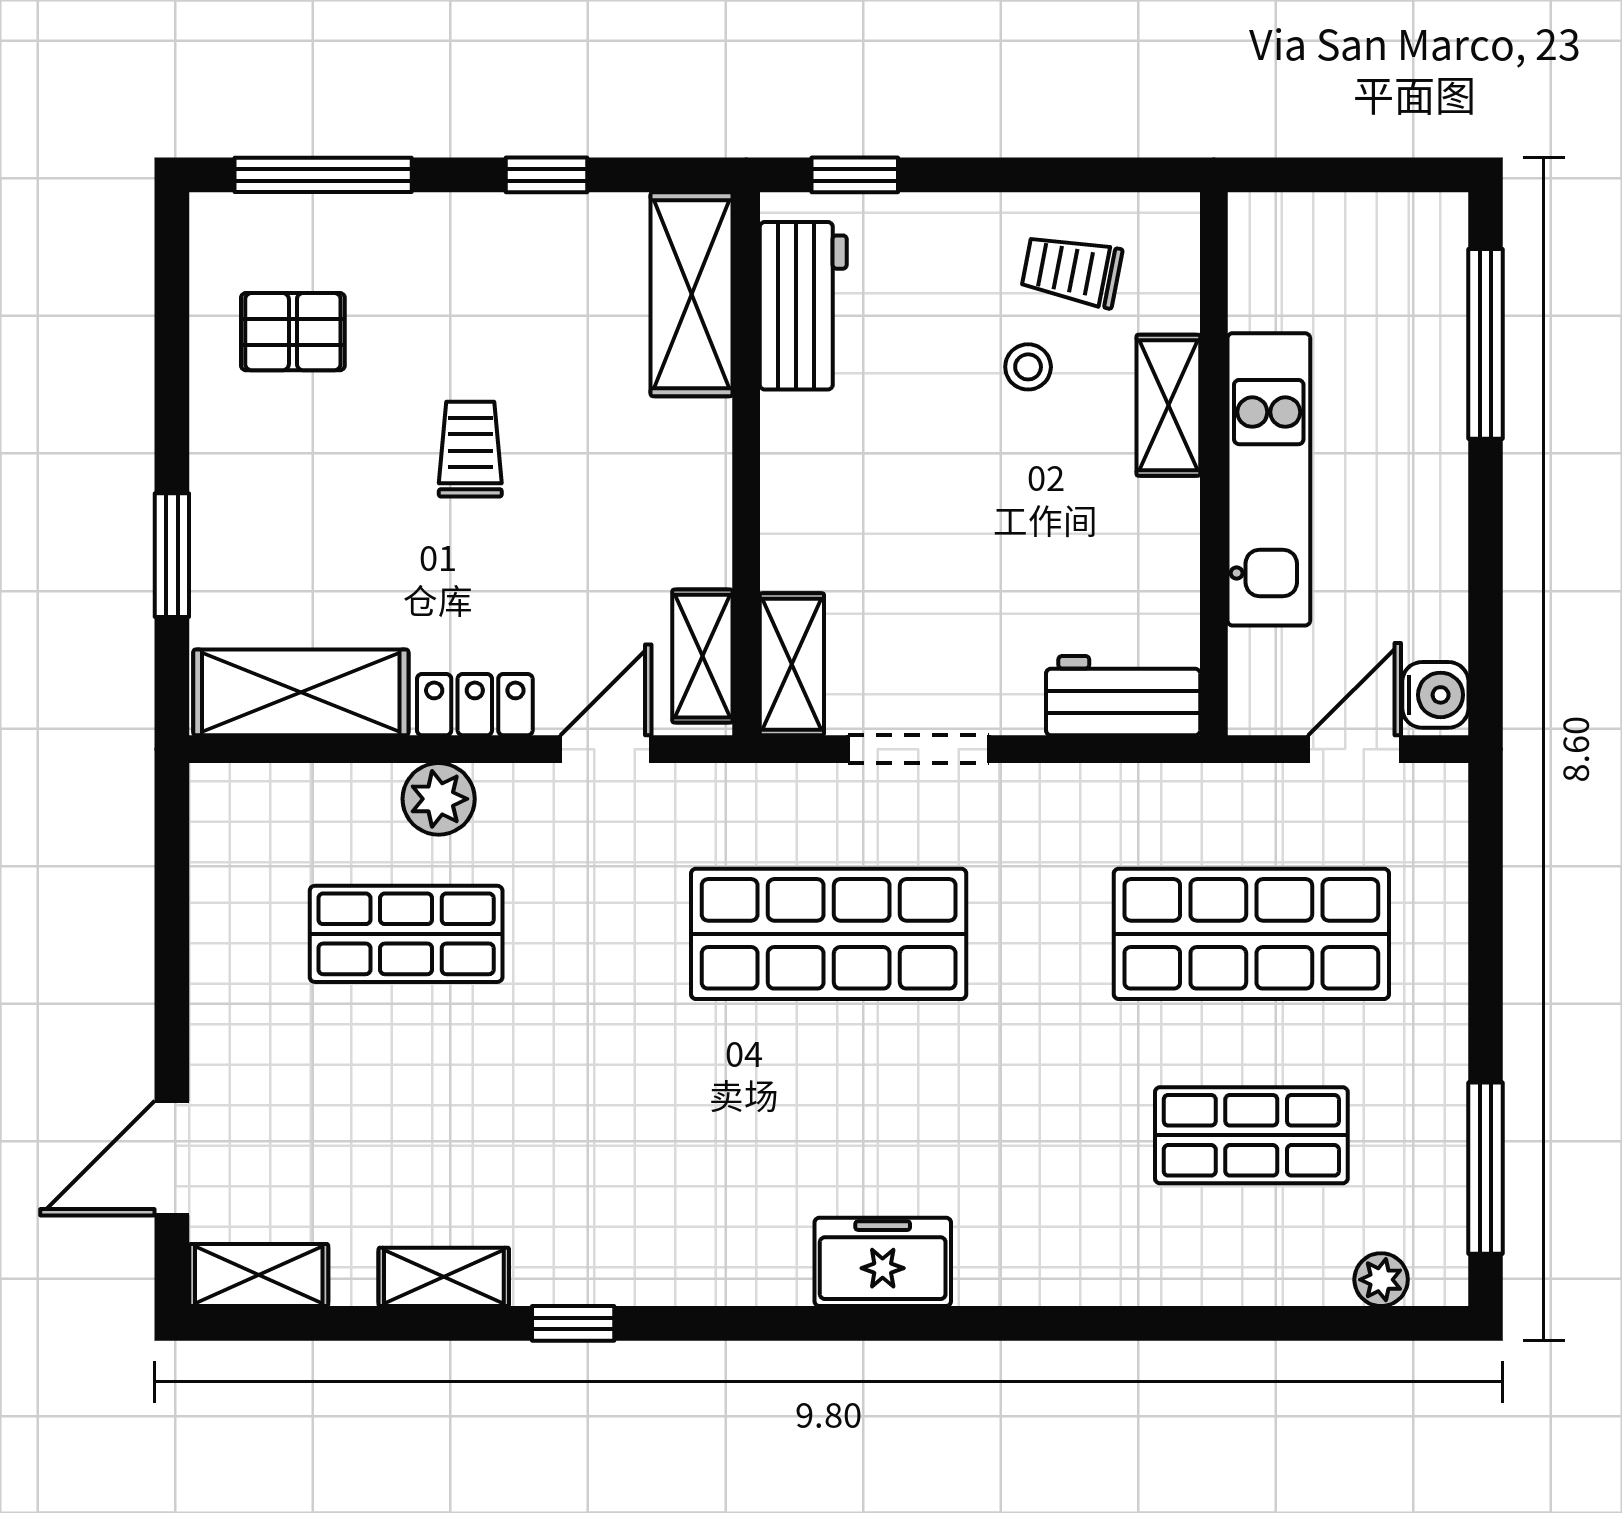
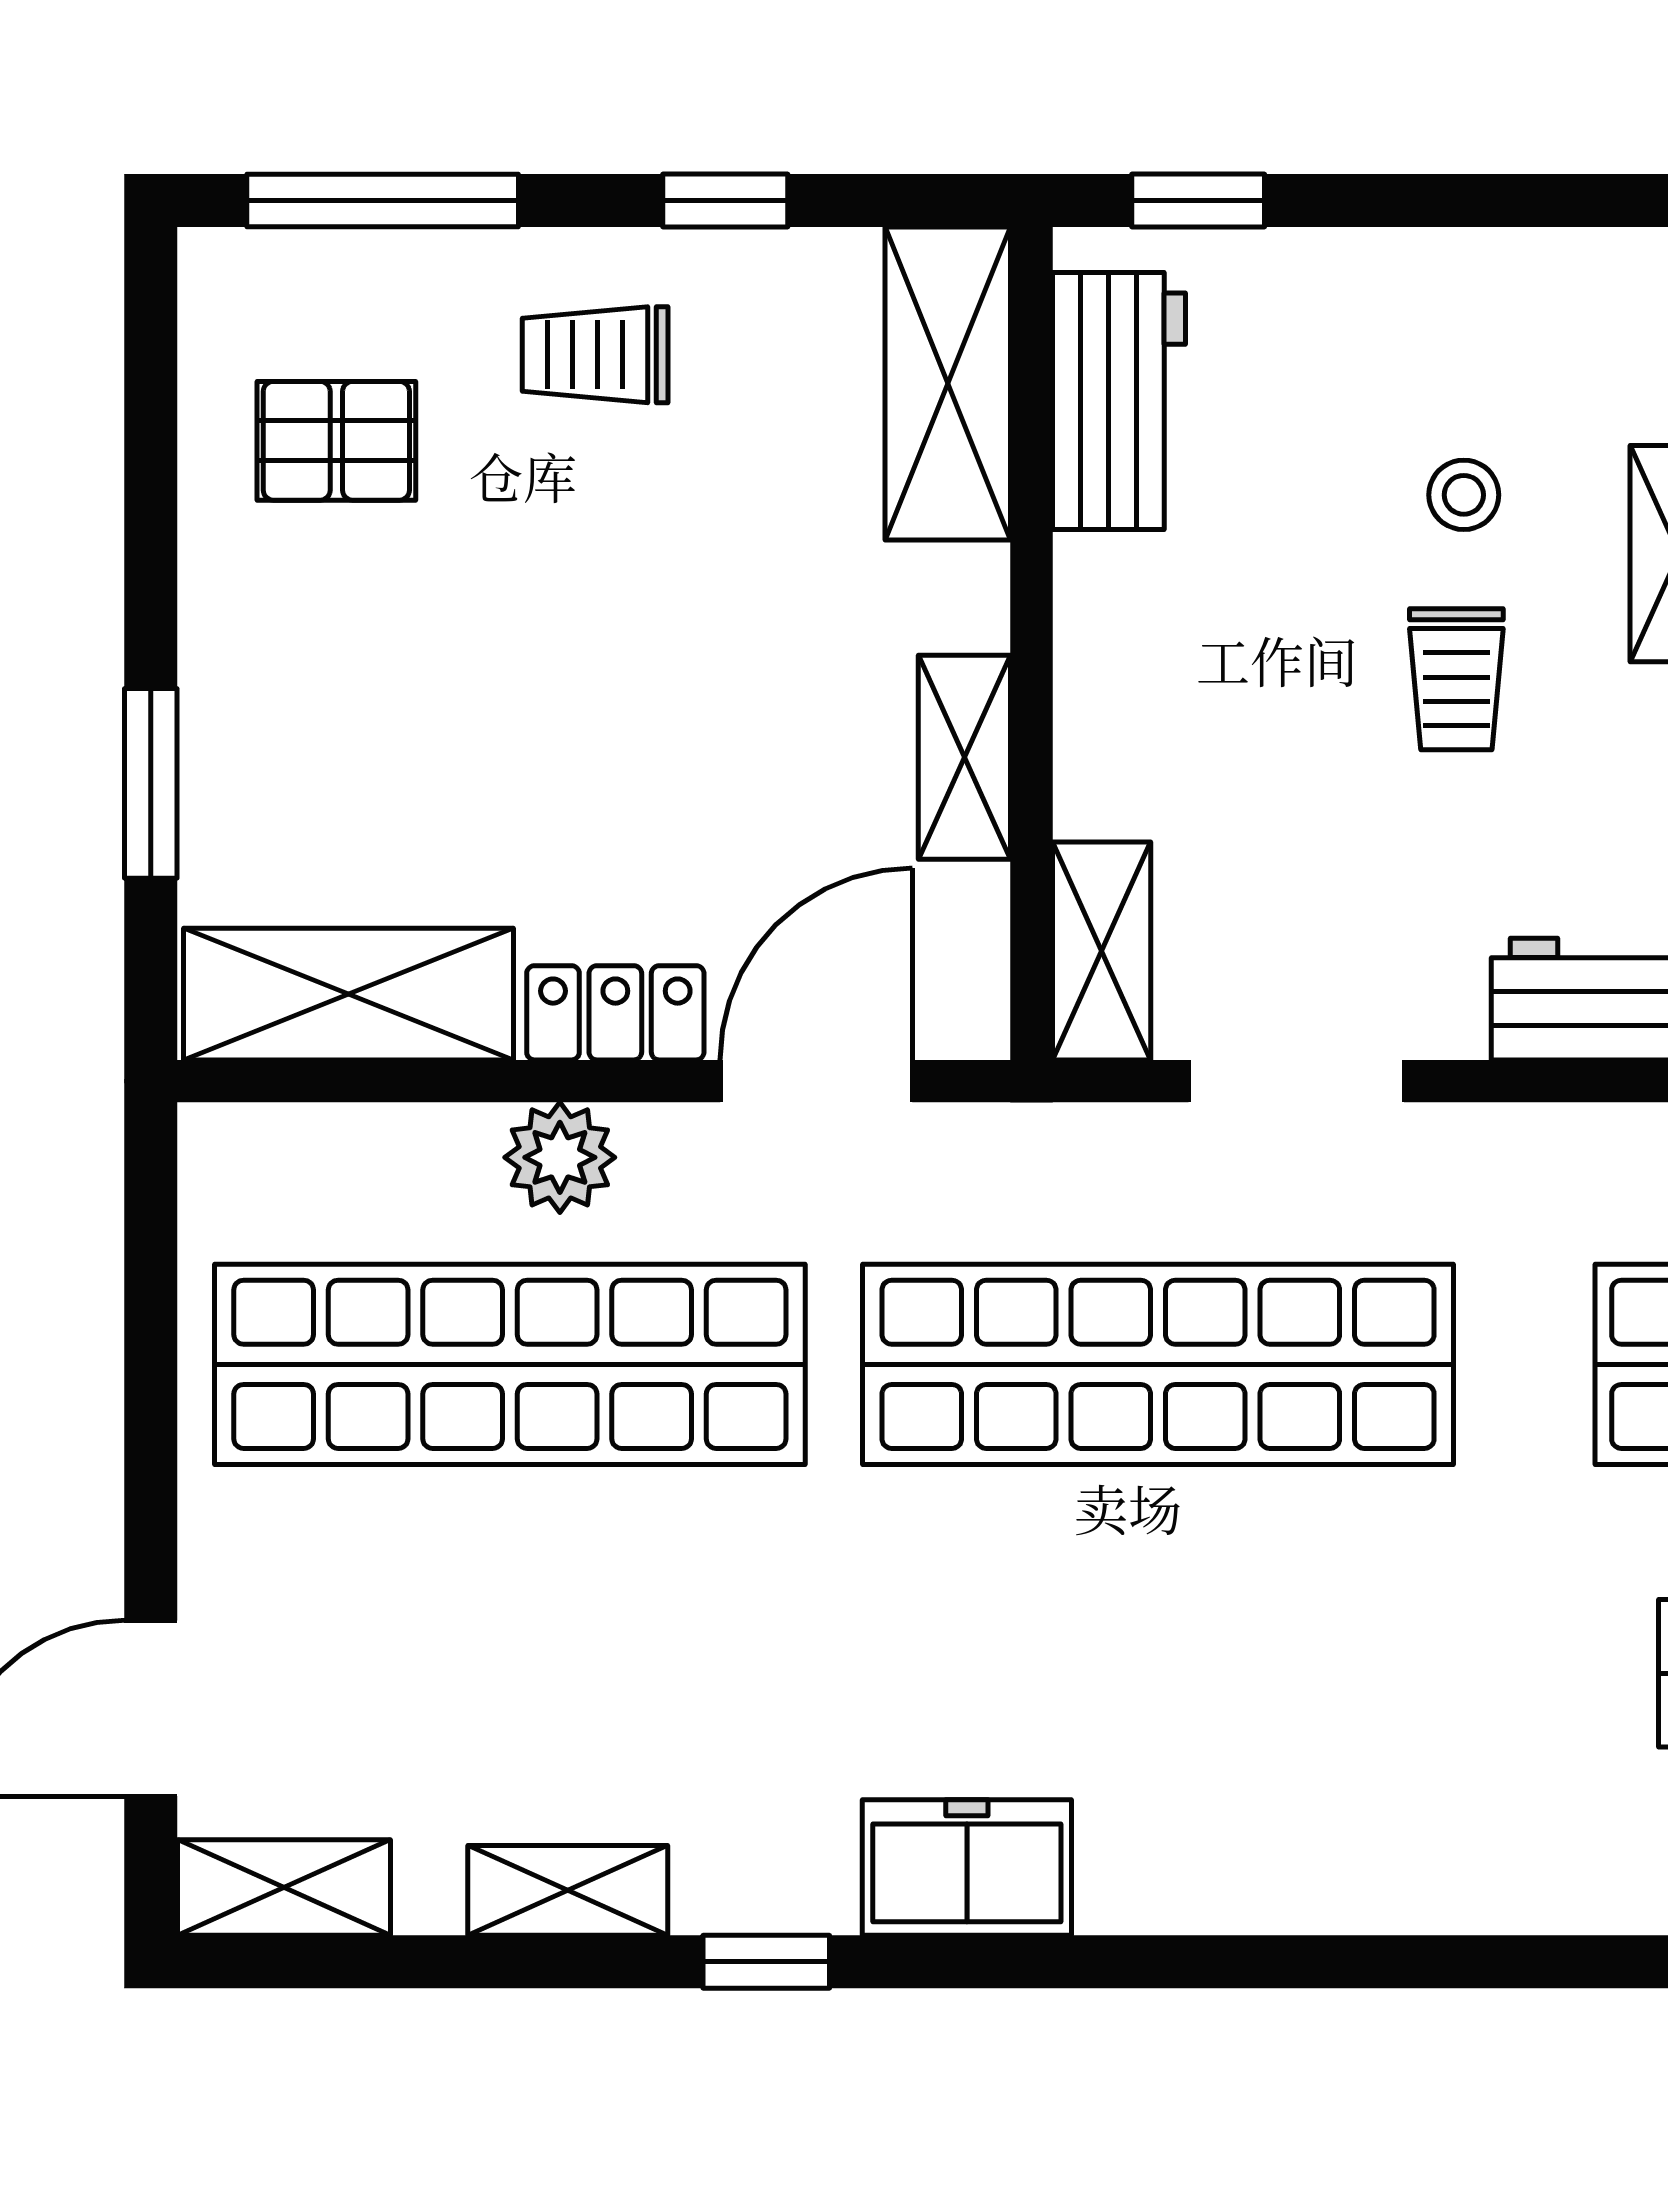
trolley: (1072, 271) -> (1456, 679), moved, turned -101
trolley: (470, 449) -> (595, 355), moved, turned -90
shelving: (702, 656) -> (964, 757), moved
door: (606, 749) -> (816, 1081), width x1.38
shop shelf: (406, 934) -> (510, 1364), width x2.00, depth x1.36
shop shelf: (829, 934) -> (1158, 1364), width x1.40
freezer: (883, 1262) -> (967, 1867), moved

